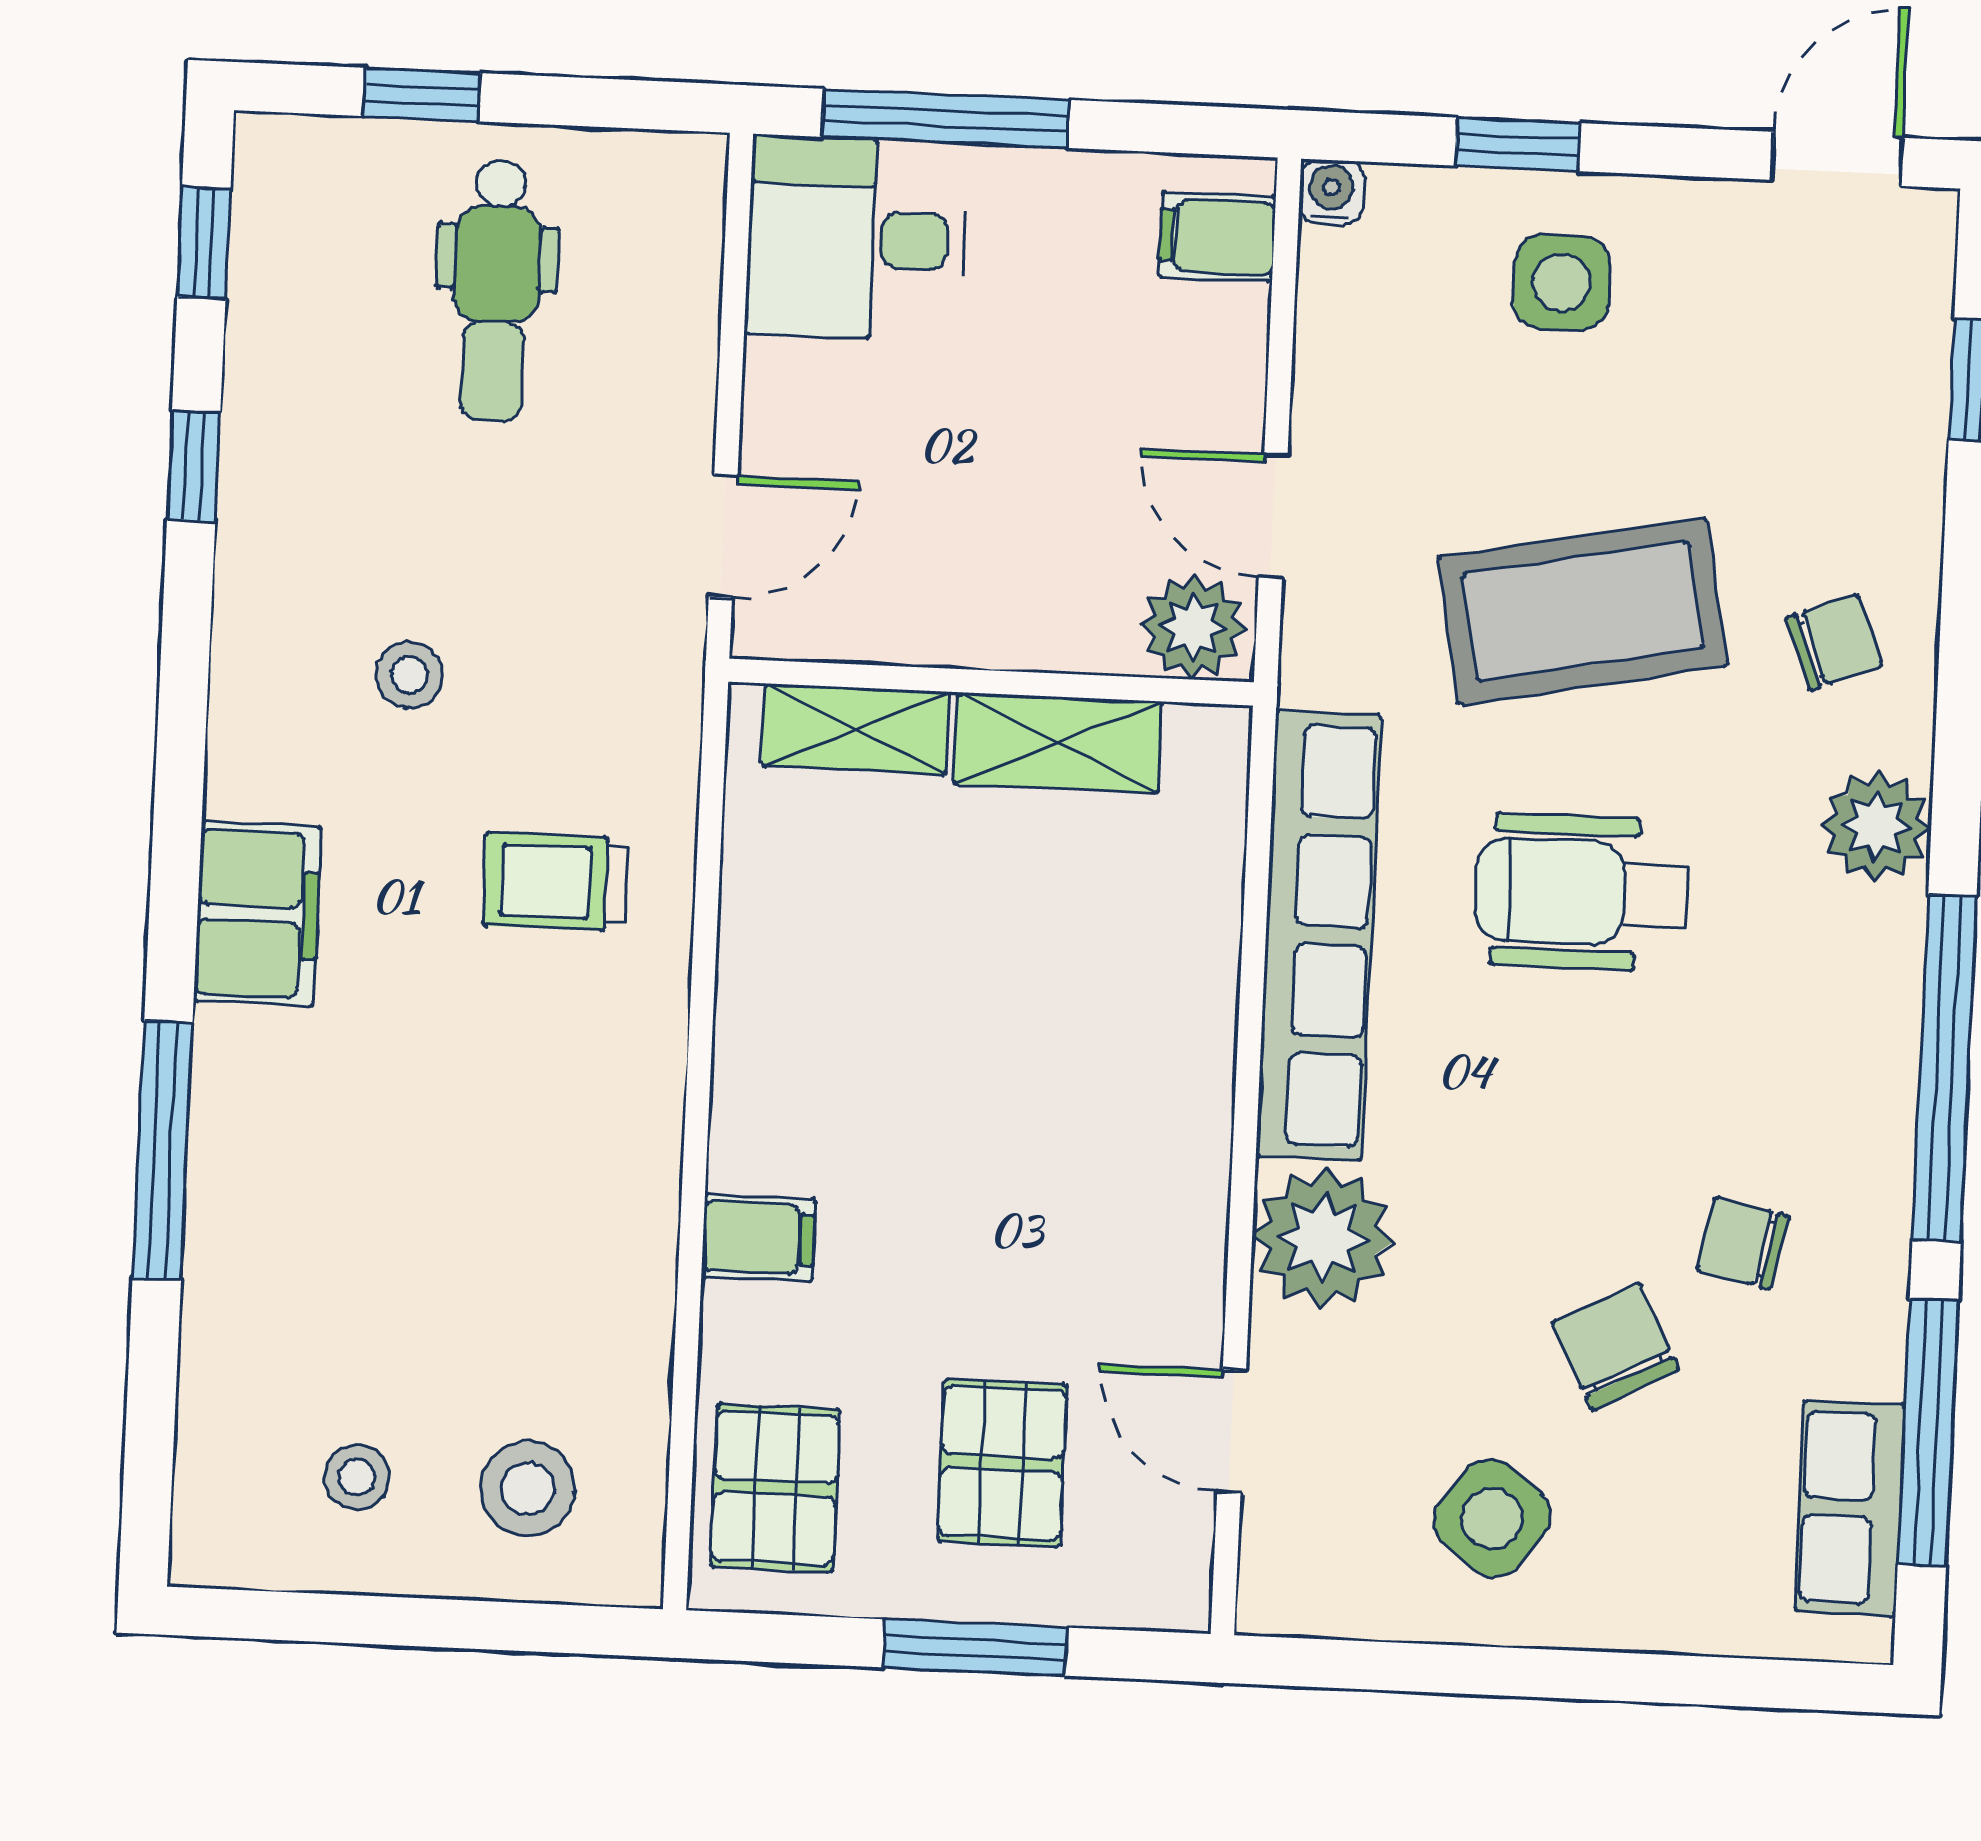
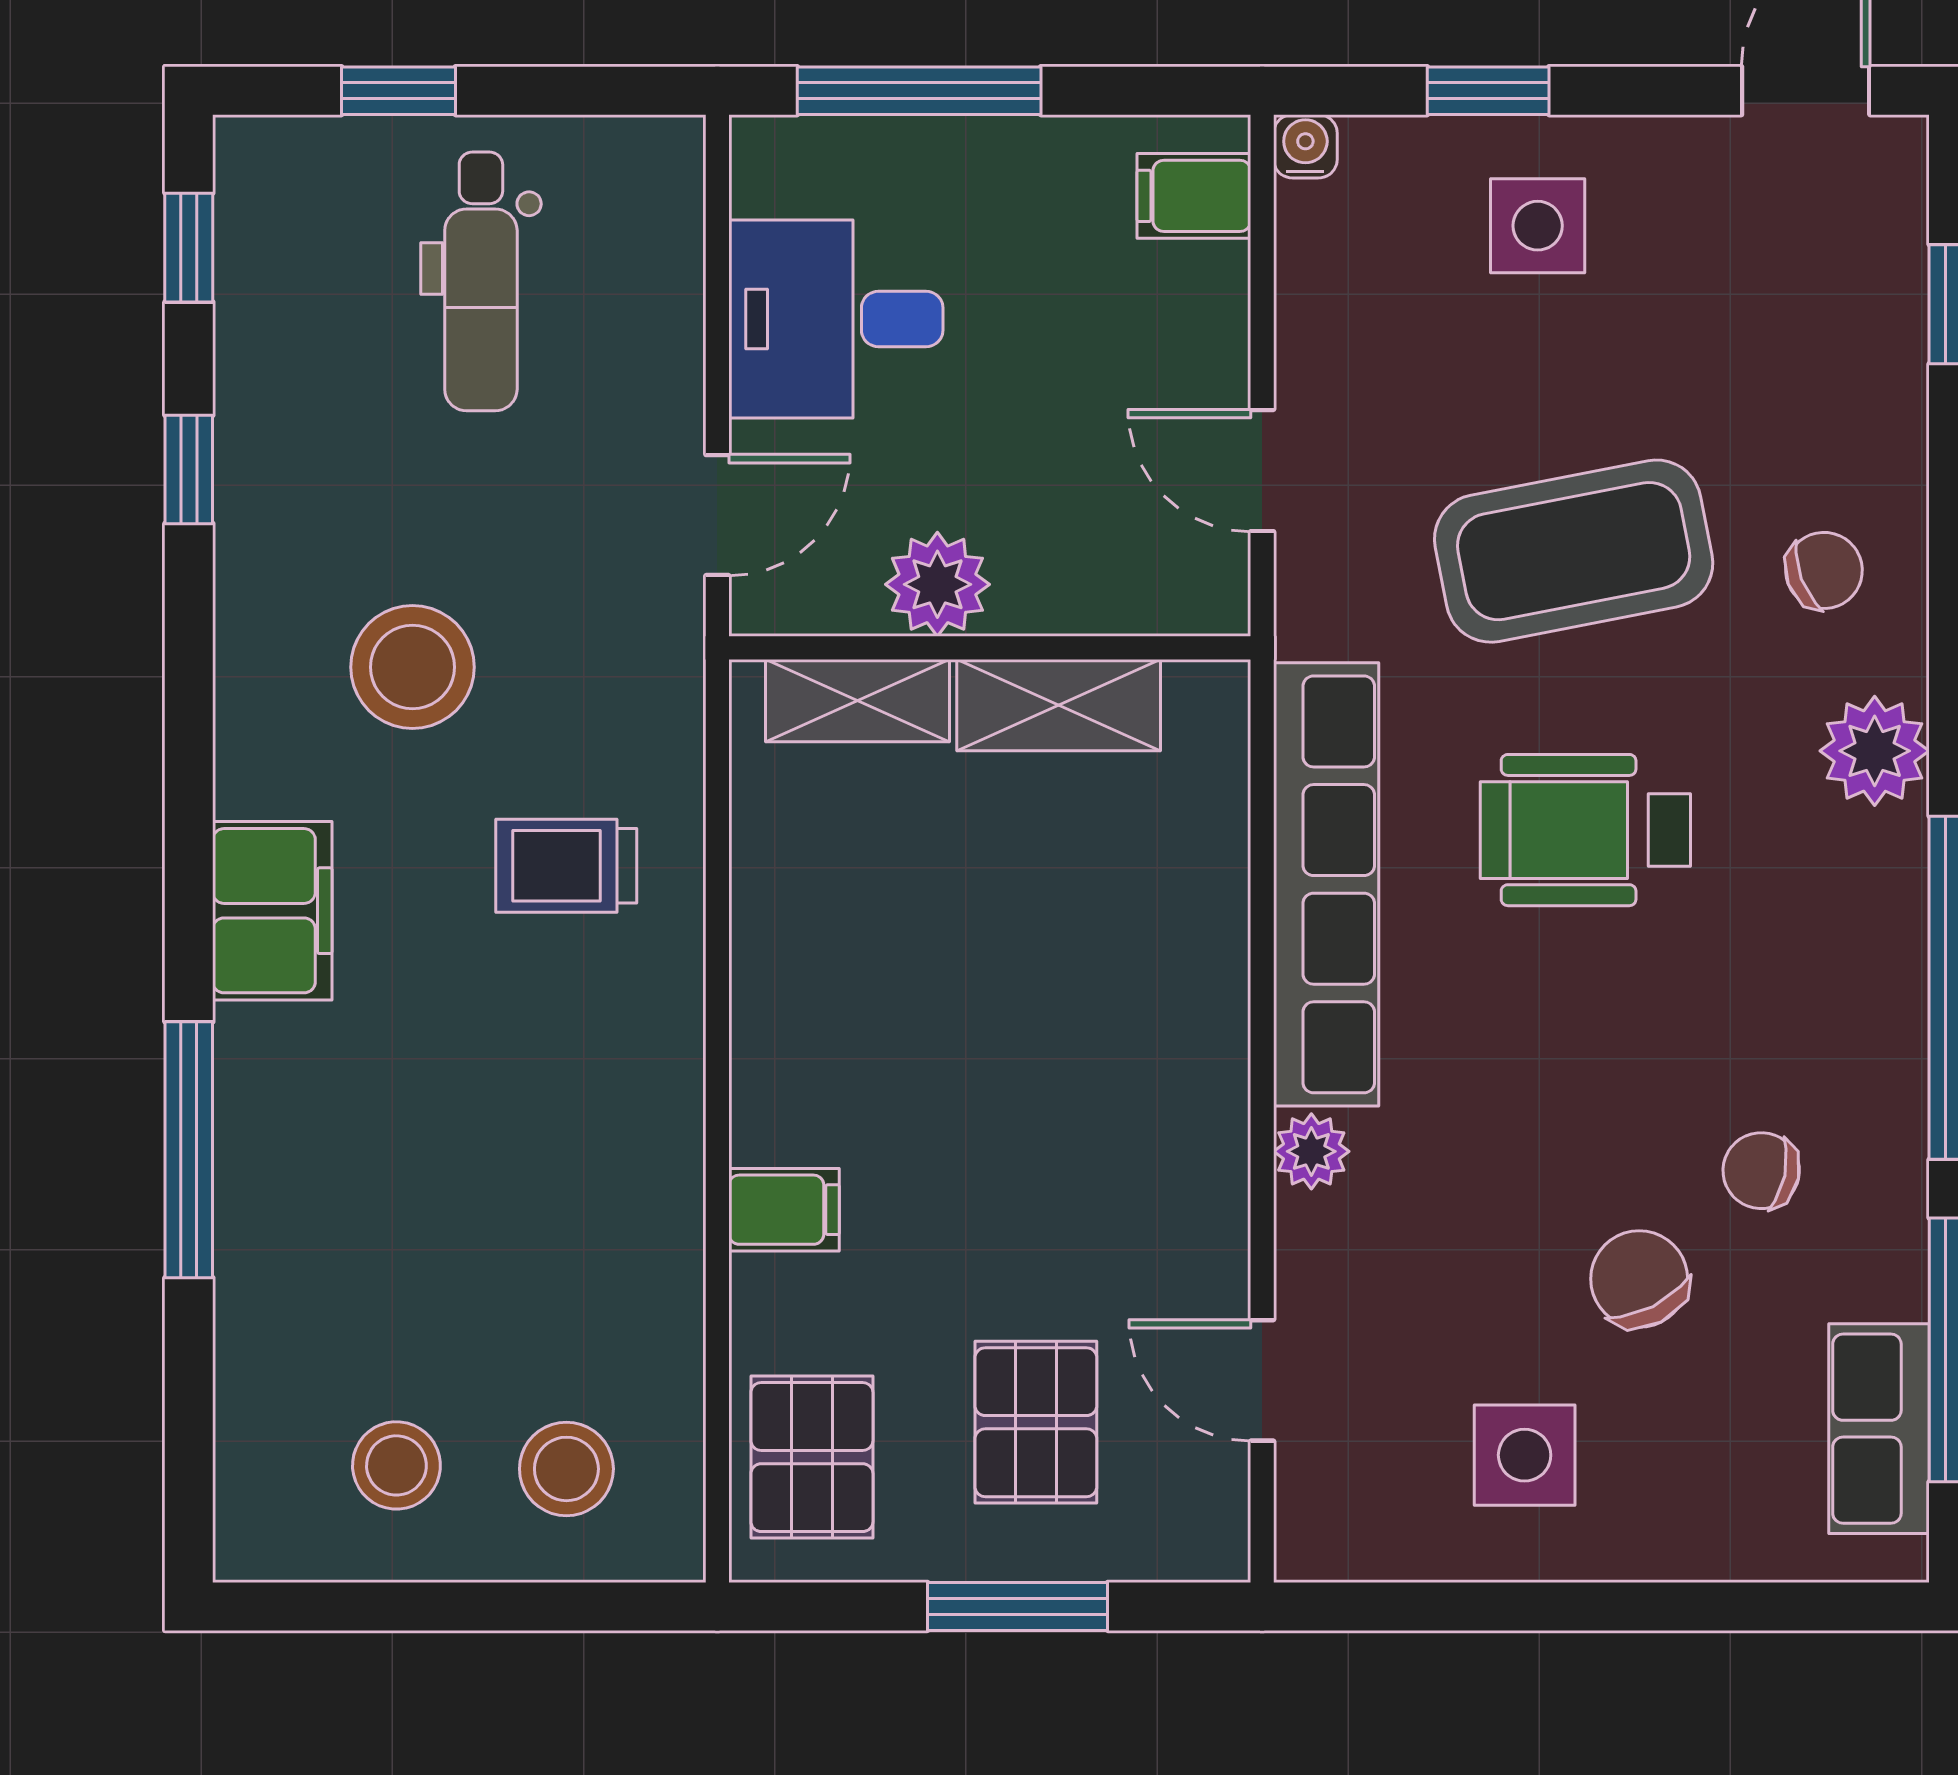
desk: (856, 238) -> (836, 319), moved
plant: (1193, 627) -> (937, 584), moved
stool: (410, 675) -> (412, 667), width x1.89, depth x1.89
plant: (1323, 1238) -> (1311, 1151), width x0.53, depth x0.53
stool: (357, 1477) -> (396, 1465), width x1.37, depth x1.37
side table: (1492, 1518) -> (1525, 1455), turned -38

